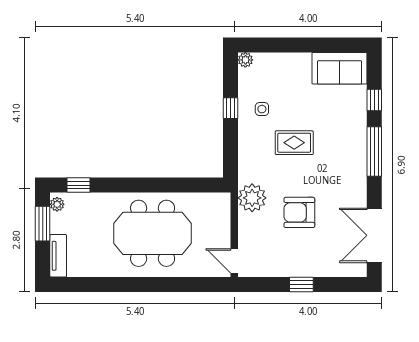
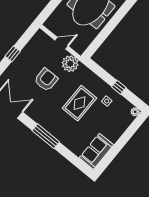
window: (374, 100) -> (69, 155), removed
rug: (294, 143) -> (79, 103), width x1.36, depth x1.43
door: (234, 261) -> (62, 43), moved

